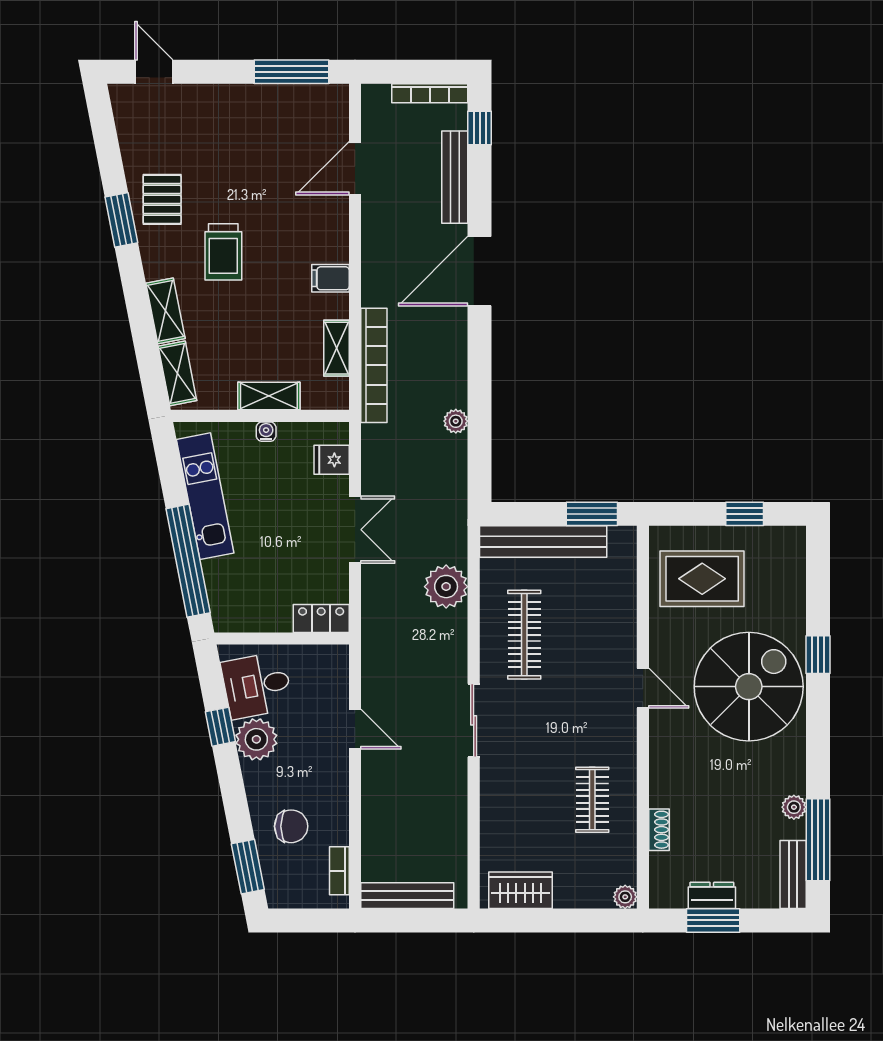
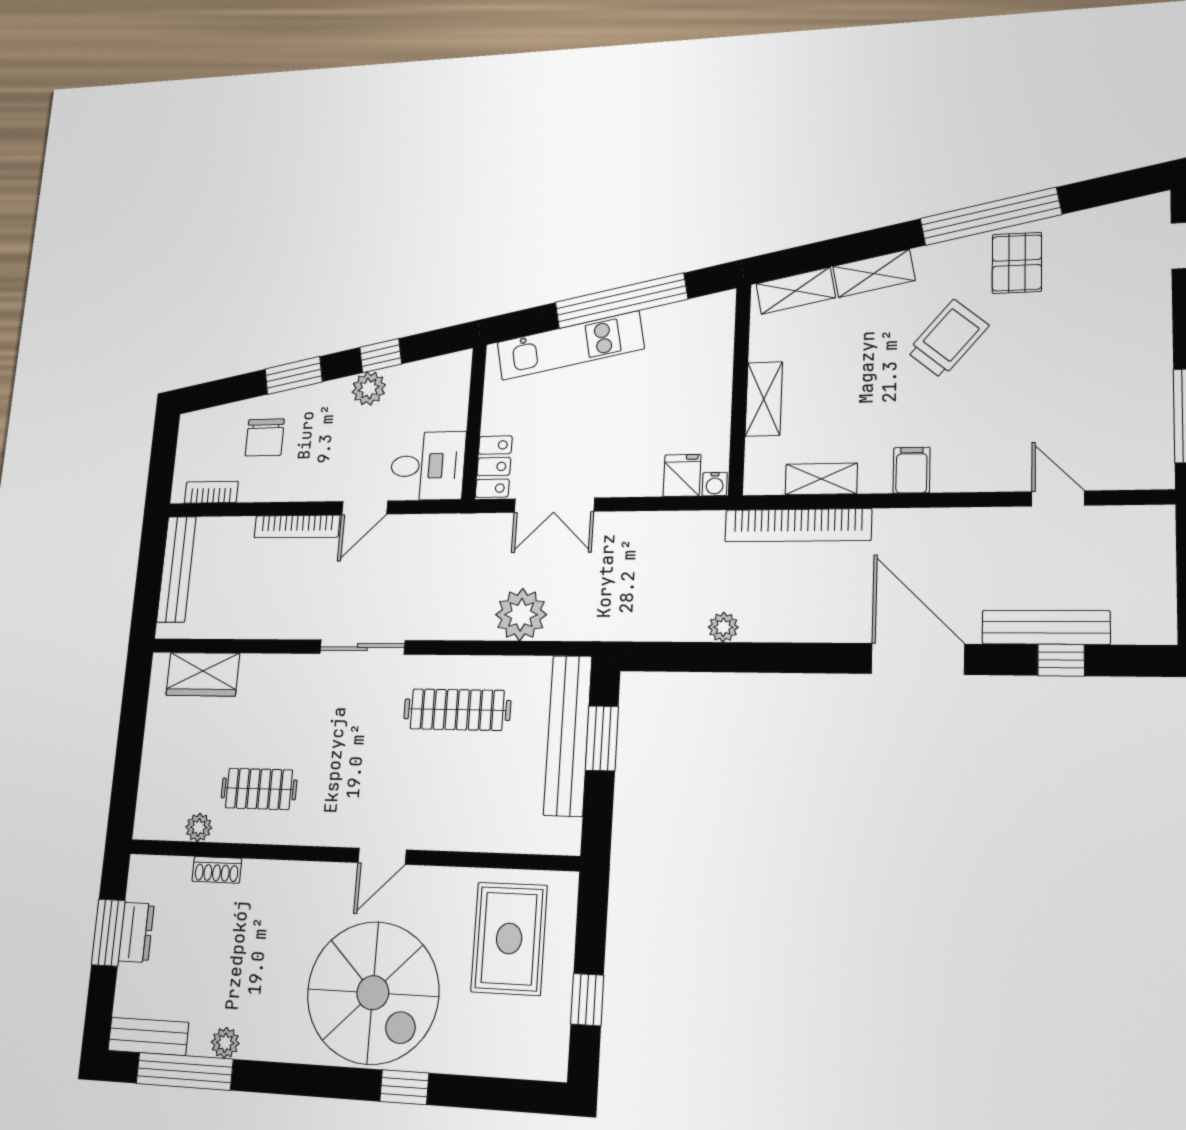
bookcase: (430, 93) -> (297, 526), moved, turned -90
window: (480, 128) -> (1061, 660), moved
door: (355, 168) -> (1058, 498), width x0.73
pallet: (162, 199) -> (1017, 263), turned 90
window: (121, 220) -> (991, 216), width x2.11
trolley: (223, 252) -> (948, 339), turned 130
water cooler: (266, 432) -> (715, 484), moved, turned 90
kitchen unit: (205, 496) -> (570, 345), moved
window: (592, 514) -> (602, 738), moved
double door: (355, 530) -> (554, 505), moved
window: (188, 561) -> (621, 301), moved
desk: (257, 685) -> (428, 466), moved, turned 101
plant: (256, 739) -> (369, 389), width x0.73, depth x0.73
window: (248, 867) -> (294, 375), moved
wardrobe: (520, 890) -> (203, 674), moved, turned 90
plant: (625, 897) -> (199, 827), moved

